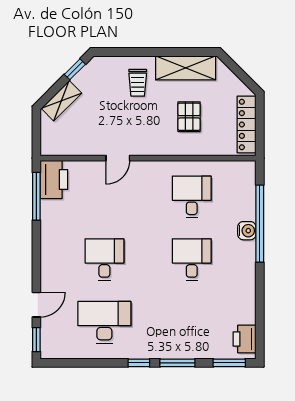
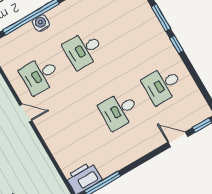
door: (118, 158) -> (26, 113), moved
desk: (104, 322) -> (163, 85), width x0.73

